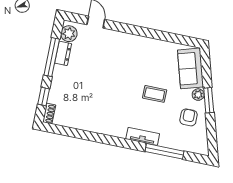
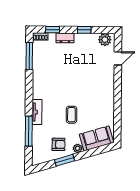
dresser: (63, 53) -> (65, 38), moved
window: (52, 57) -> (84, 30), width x0.46
window: (209, 100) -> (65, 160), moved
window: (71, 132) -> (29, 56), added

